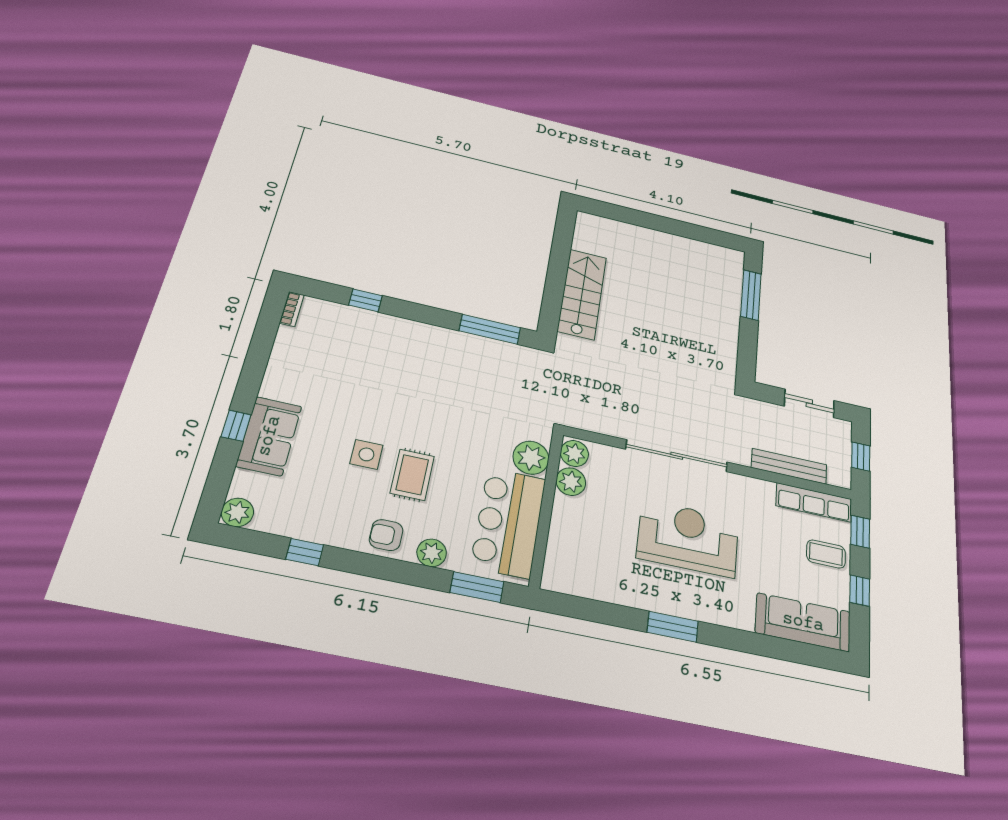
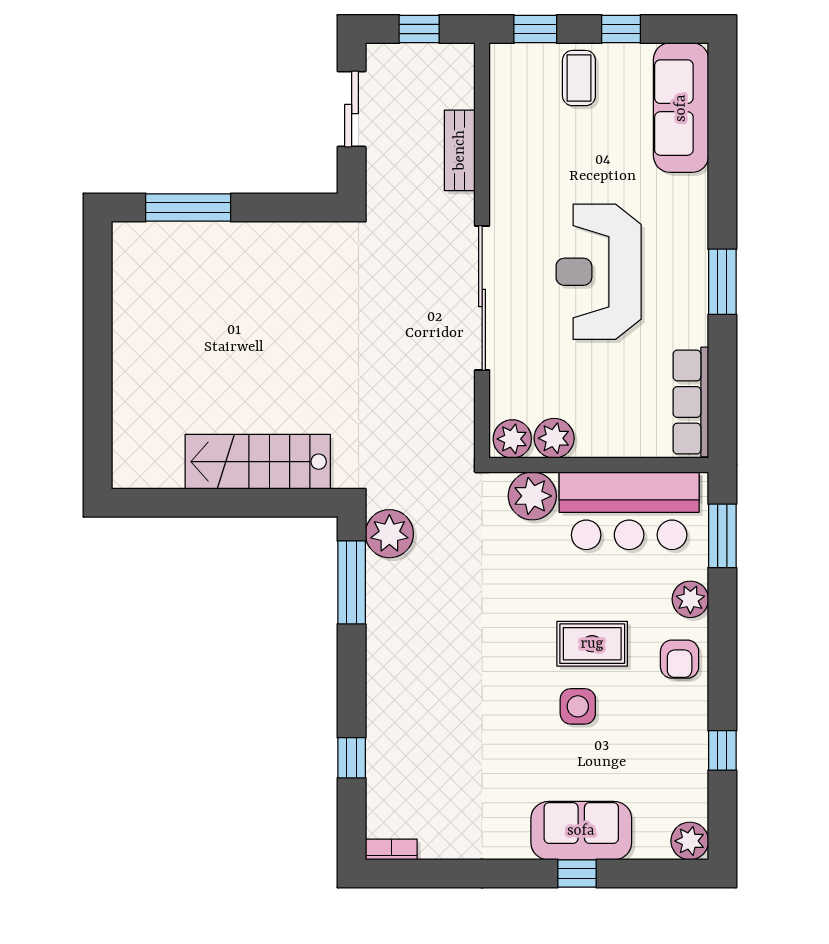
plant: (520, 360) -> (389, 534), added
bench: (789, 466) -> (460, 150), width x0.73
row of seats: (814, 502) -> (691, 402), moved, turned 180

